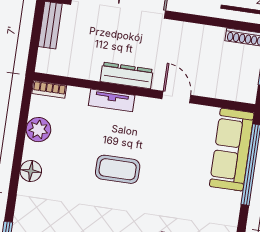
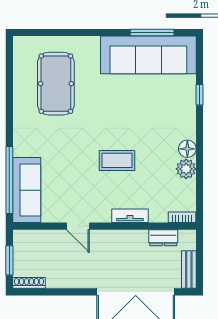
dresser: (127, 75) -> (163, 238), moved, width x0.70
plant: (38, 130) -> (186, 169), moved

